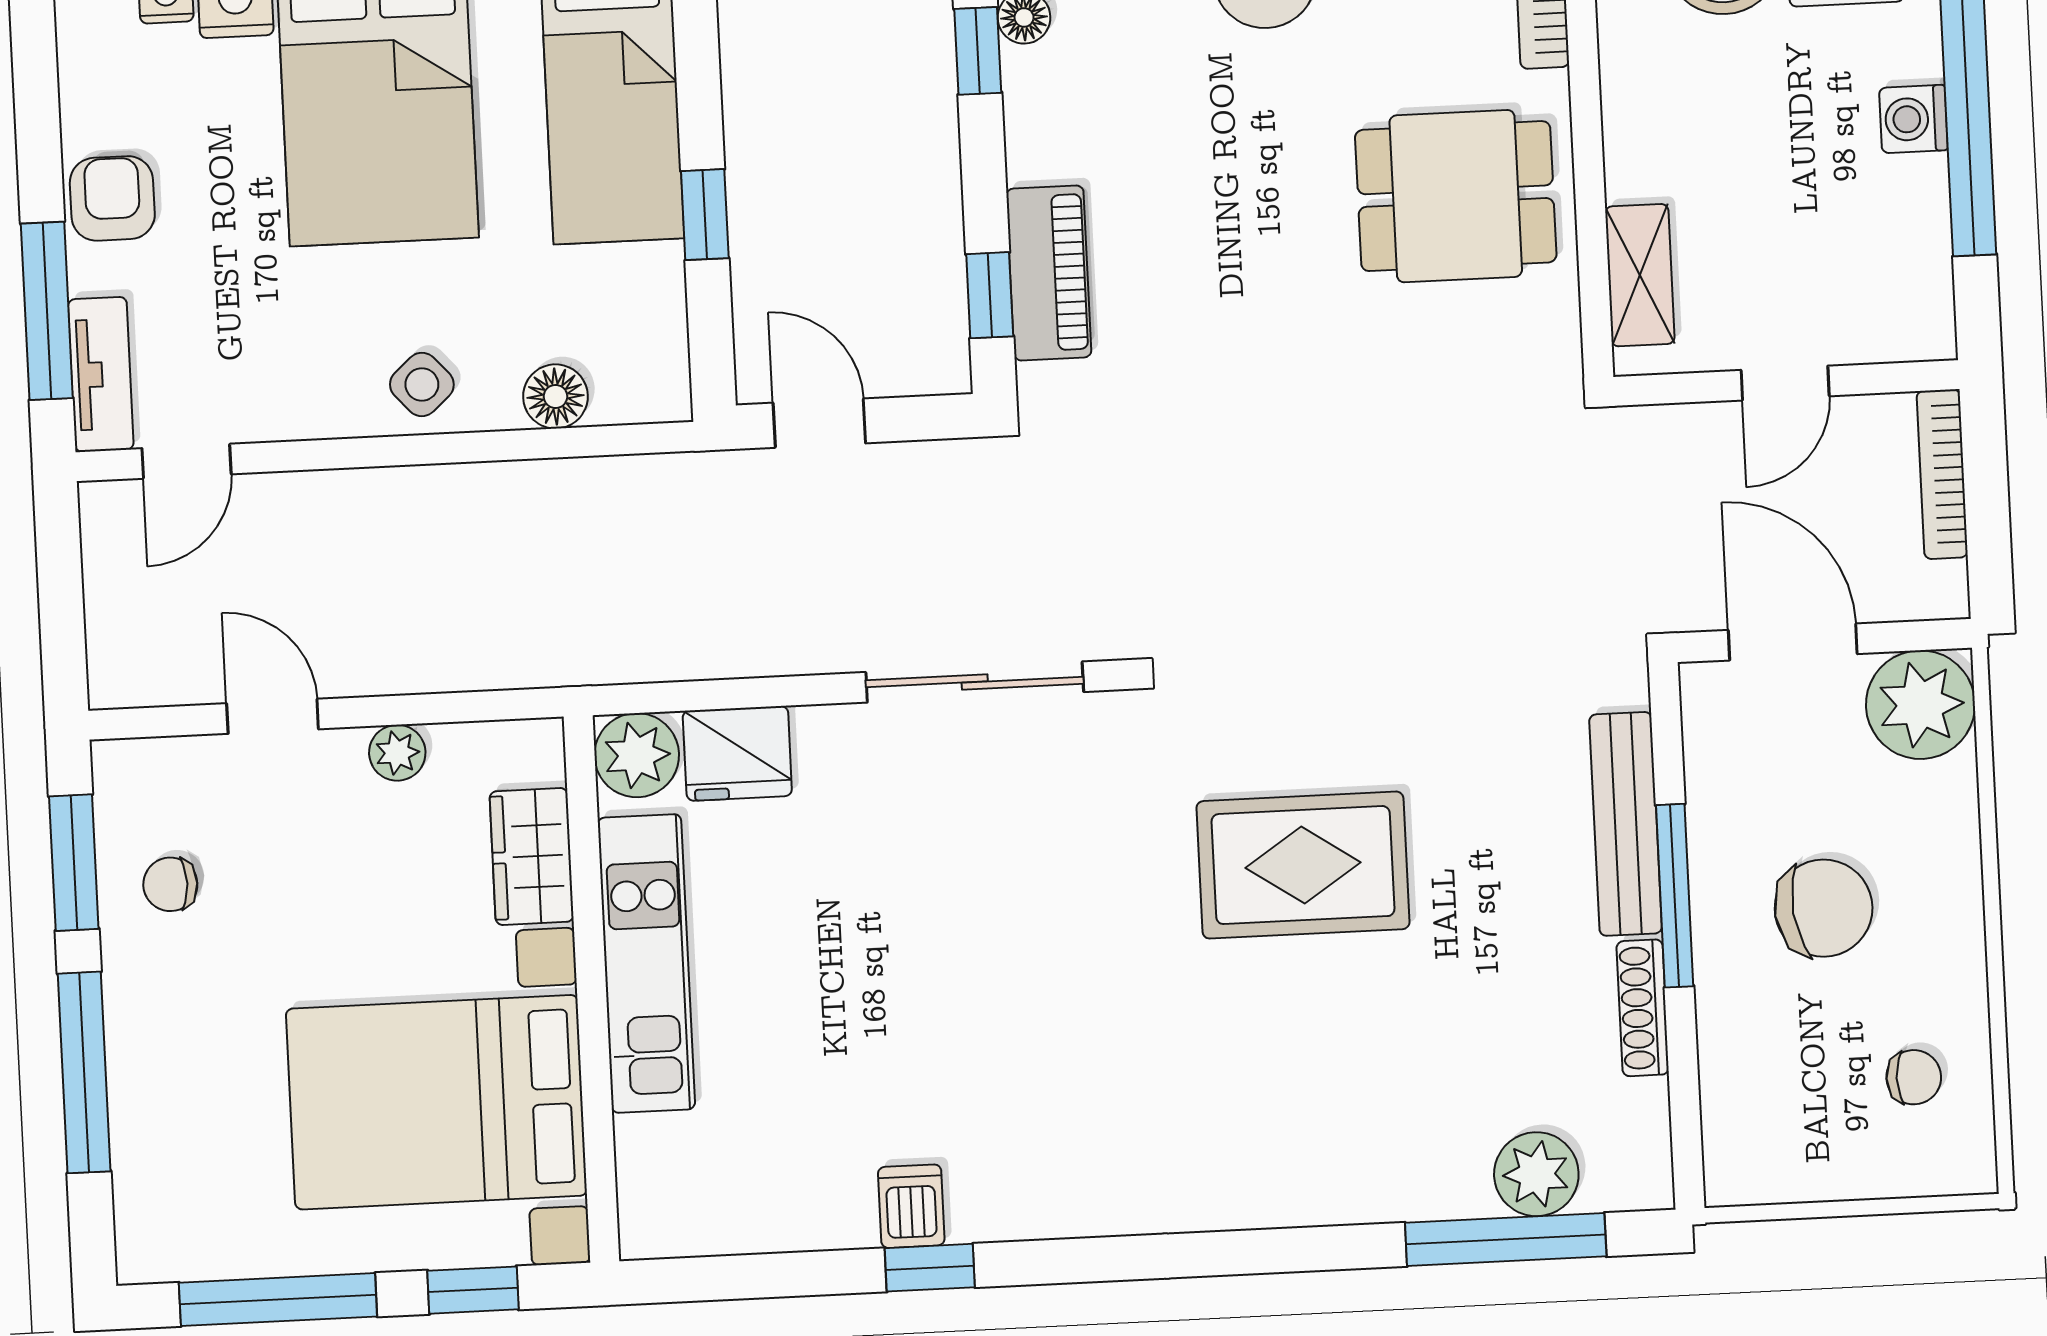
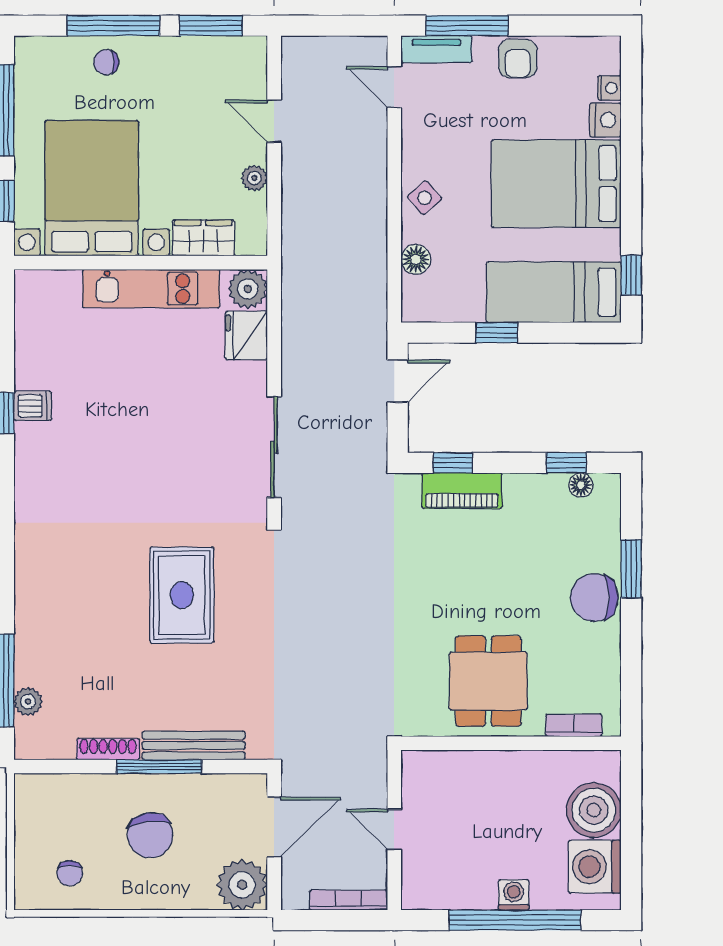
armchair: (112, 198) -> (518, 59), turned 90
shelving: (1640, 275) -> (448, 765), removed
door: (273, 716) -> (274, 121), swing flipped
chair: (170, 884) -> (106, 62), moved, turned -90
plant: (1536, 1174) -> (28, 702), width x0.73, depth x0.73

